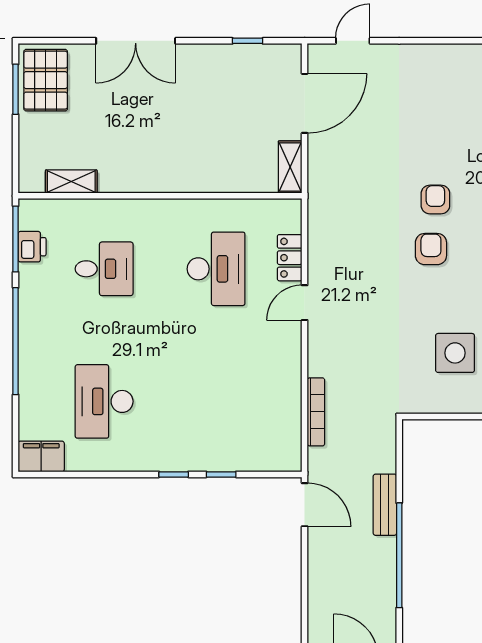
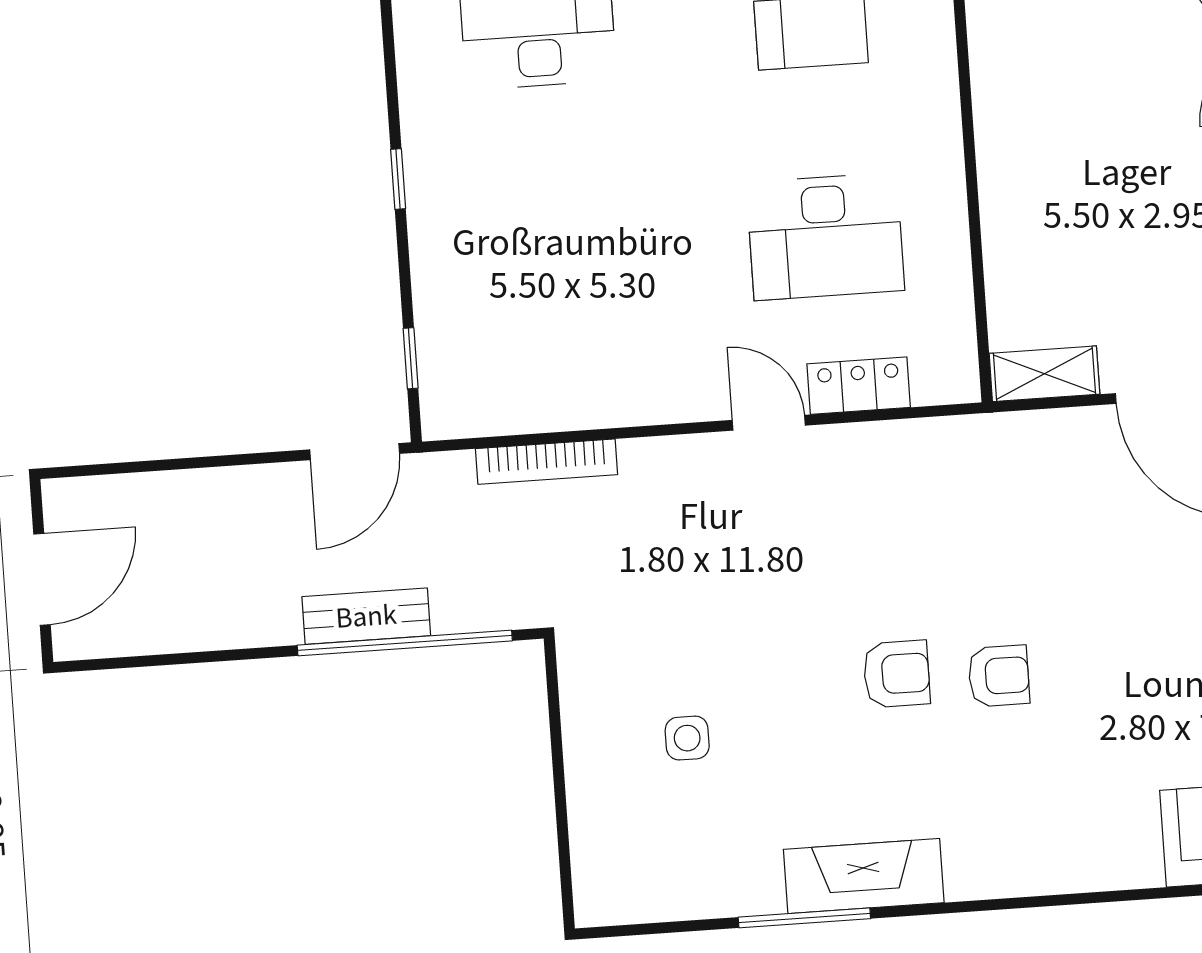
side table: (455, 353) -> (687, 738), width x0.54, depth x0.54
window: (221, 474) -> (411, 358), moved
window: (399, 555) -> (405, 643), moved

